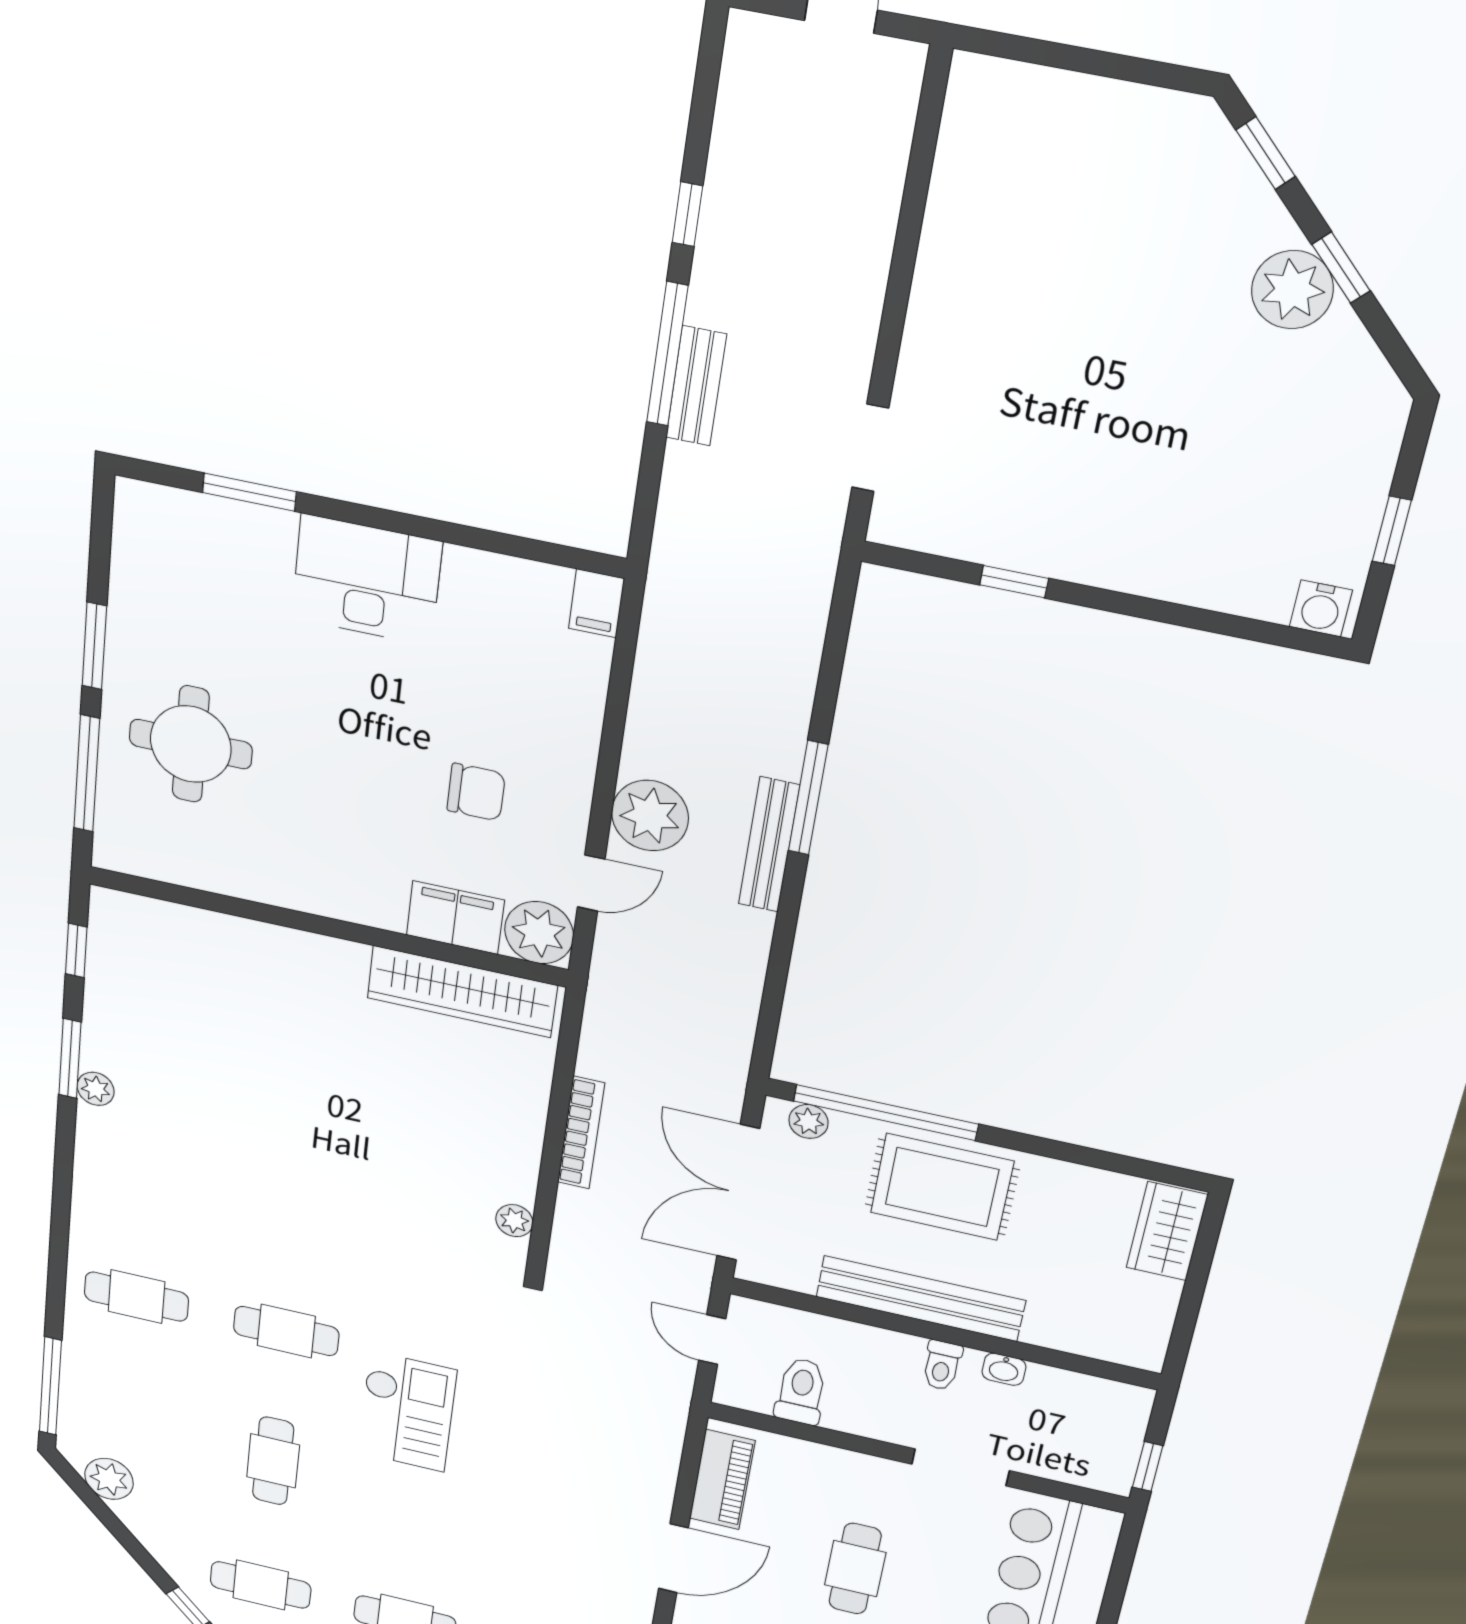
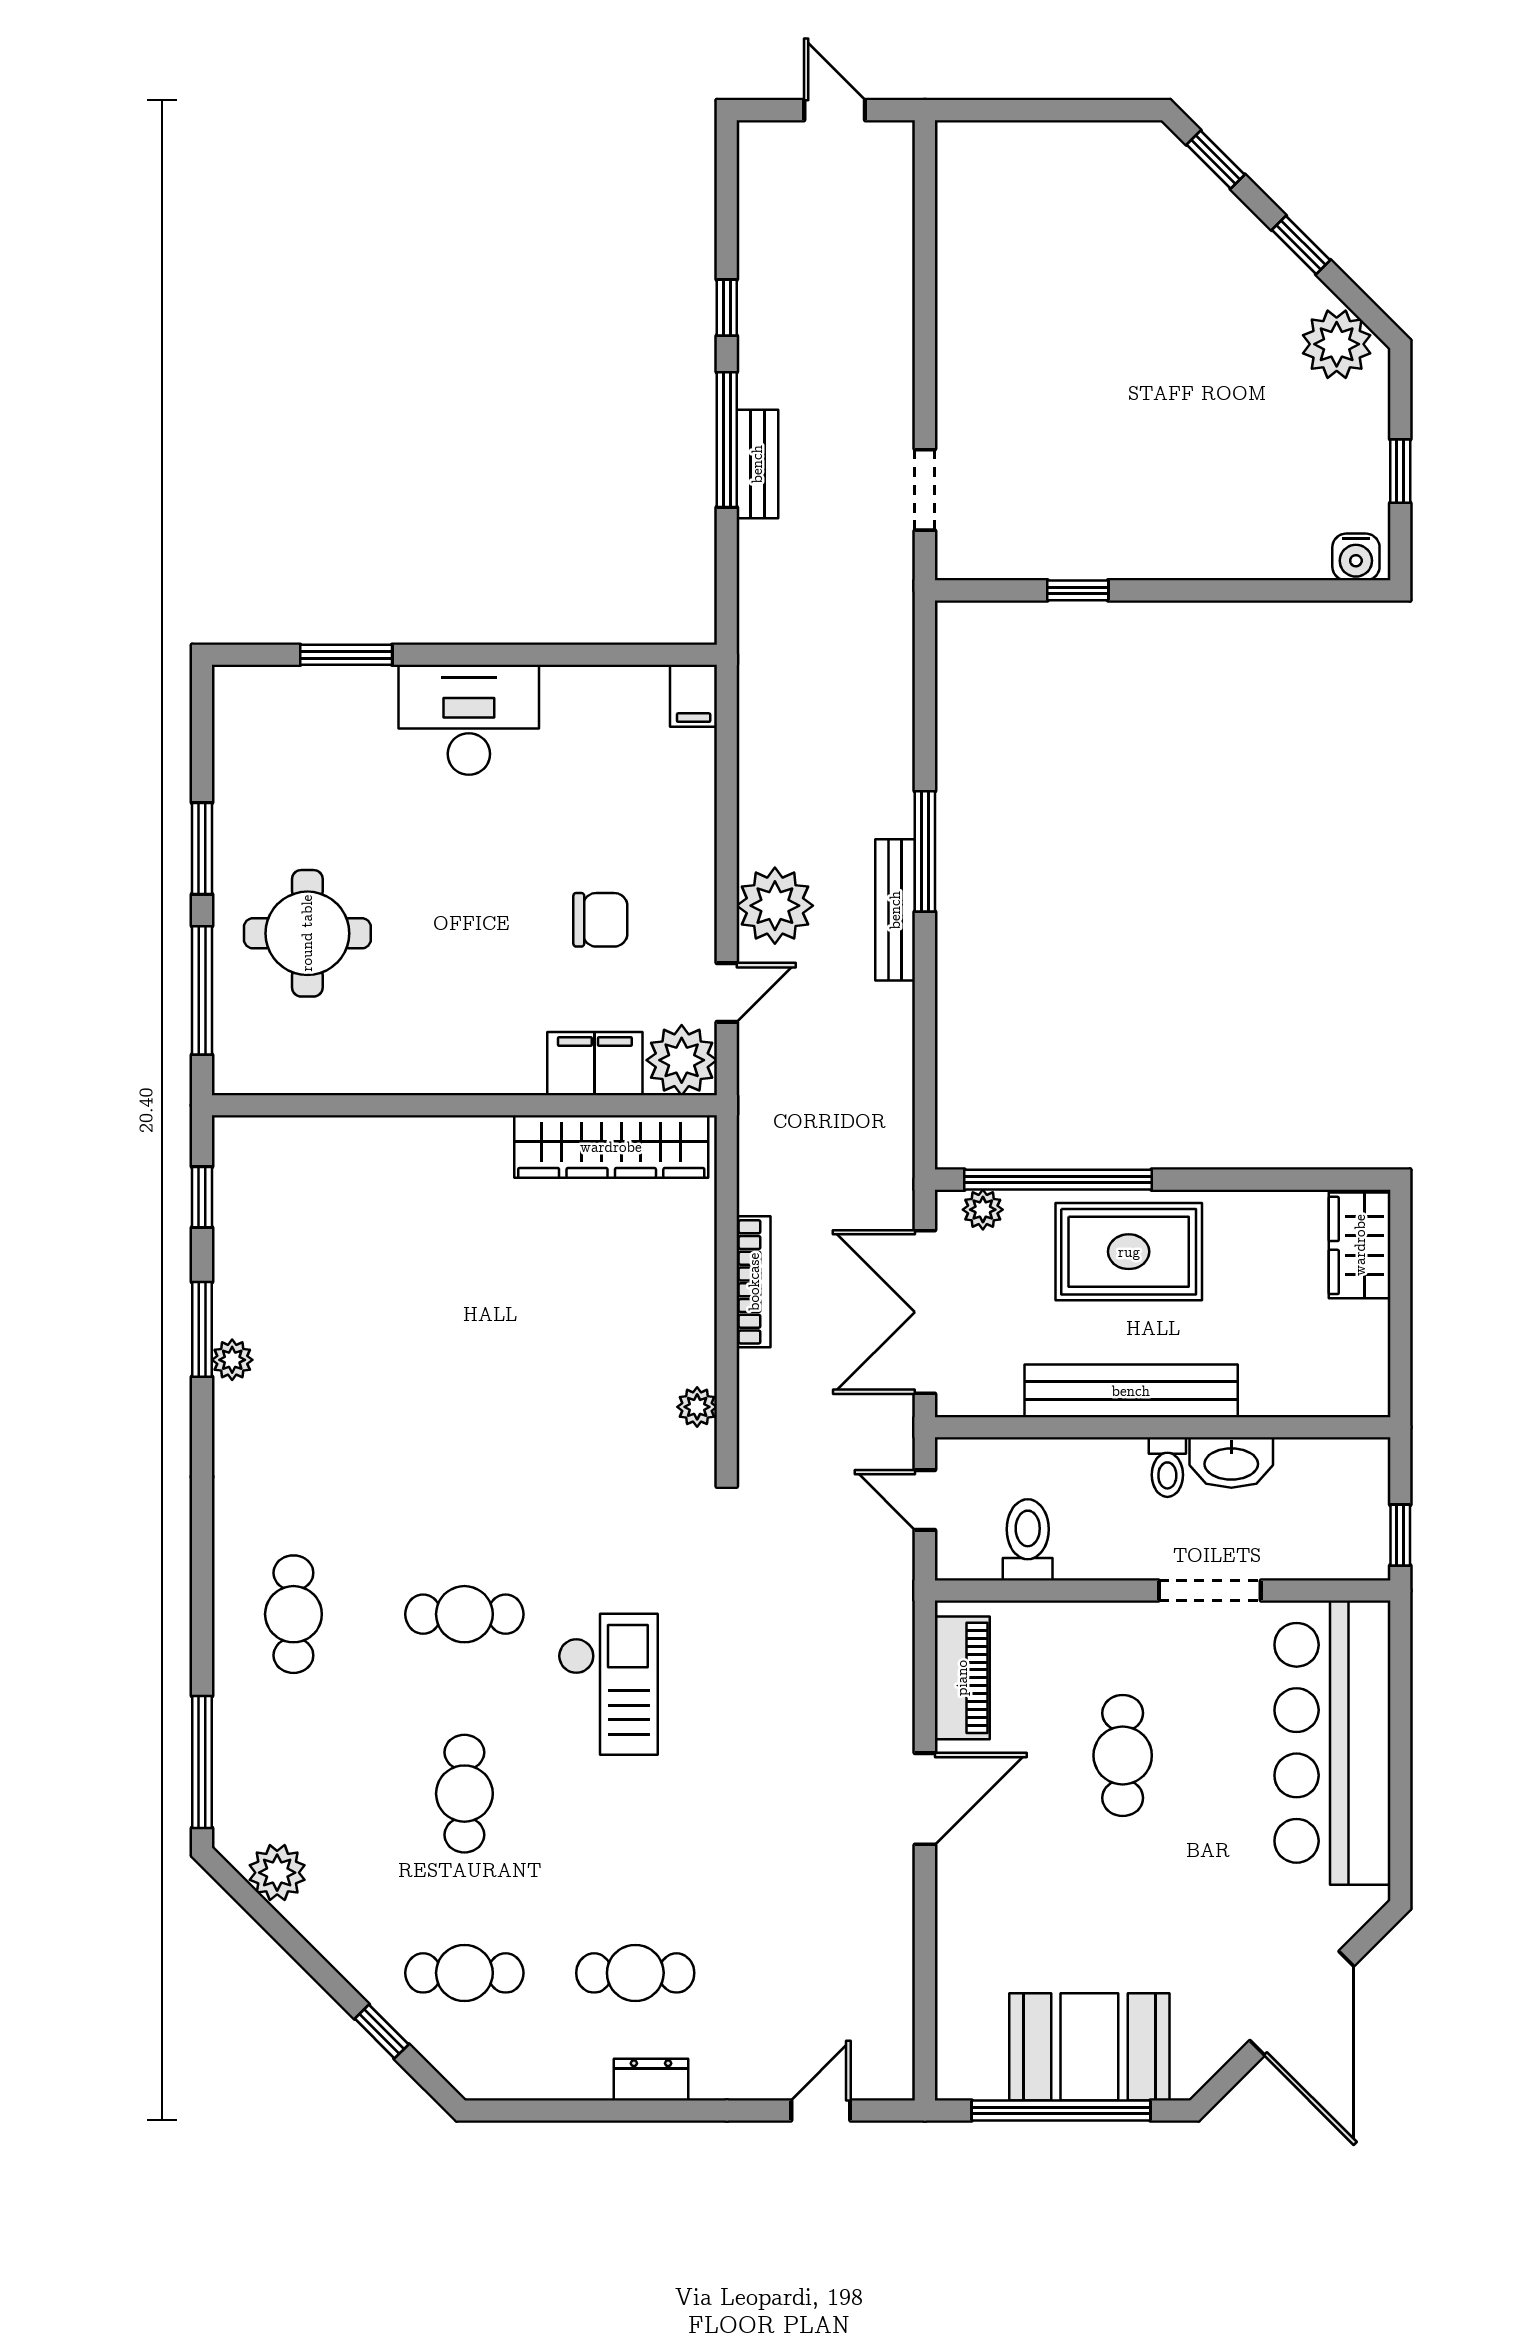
plant: (1292, 290) -> (1337, 344), moved
cafe table: (136, 1297) -> (293, 1614), turned 90
washbasin: (1004, 1369) -> (1231, 1462), width x1.91, depth x1.45

